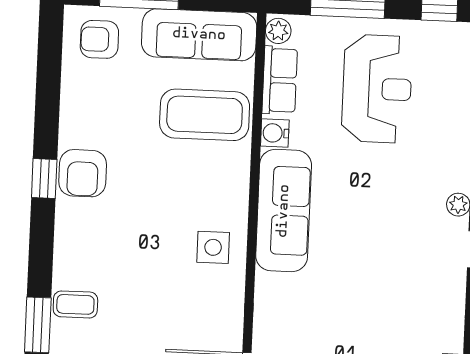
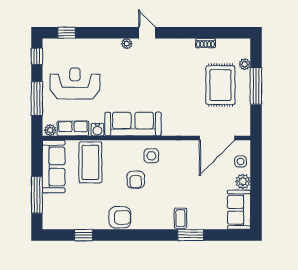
armchair: (99, 39) -> (136, 180), moved
window: (44, 179) -> (84, 235), moved

